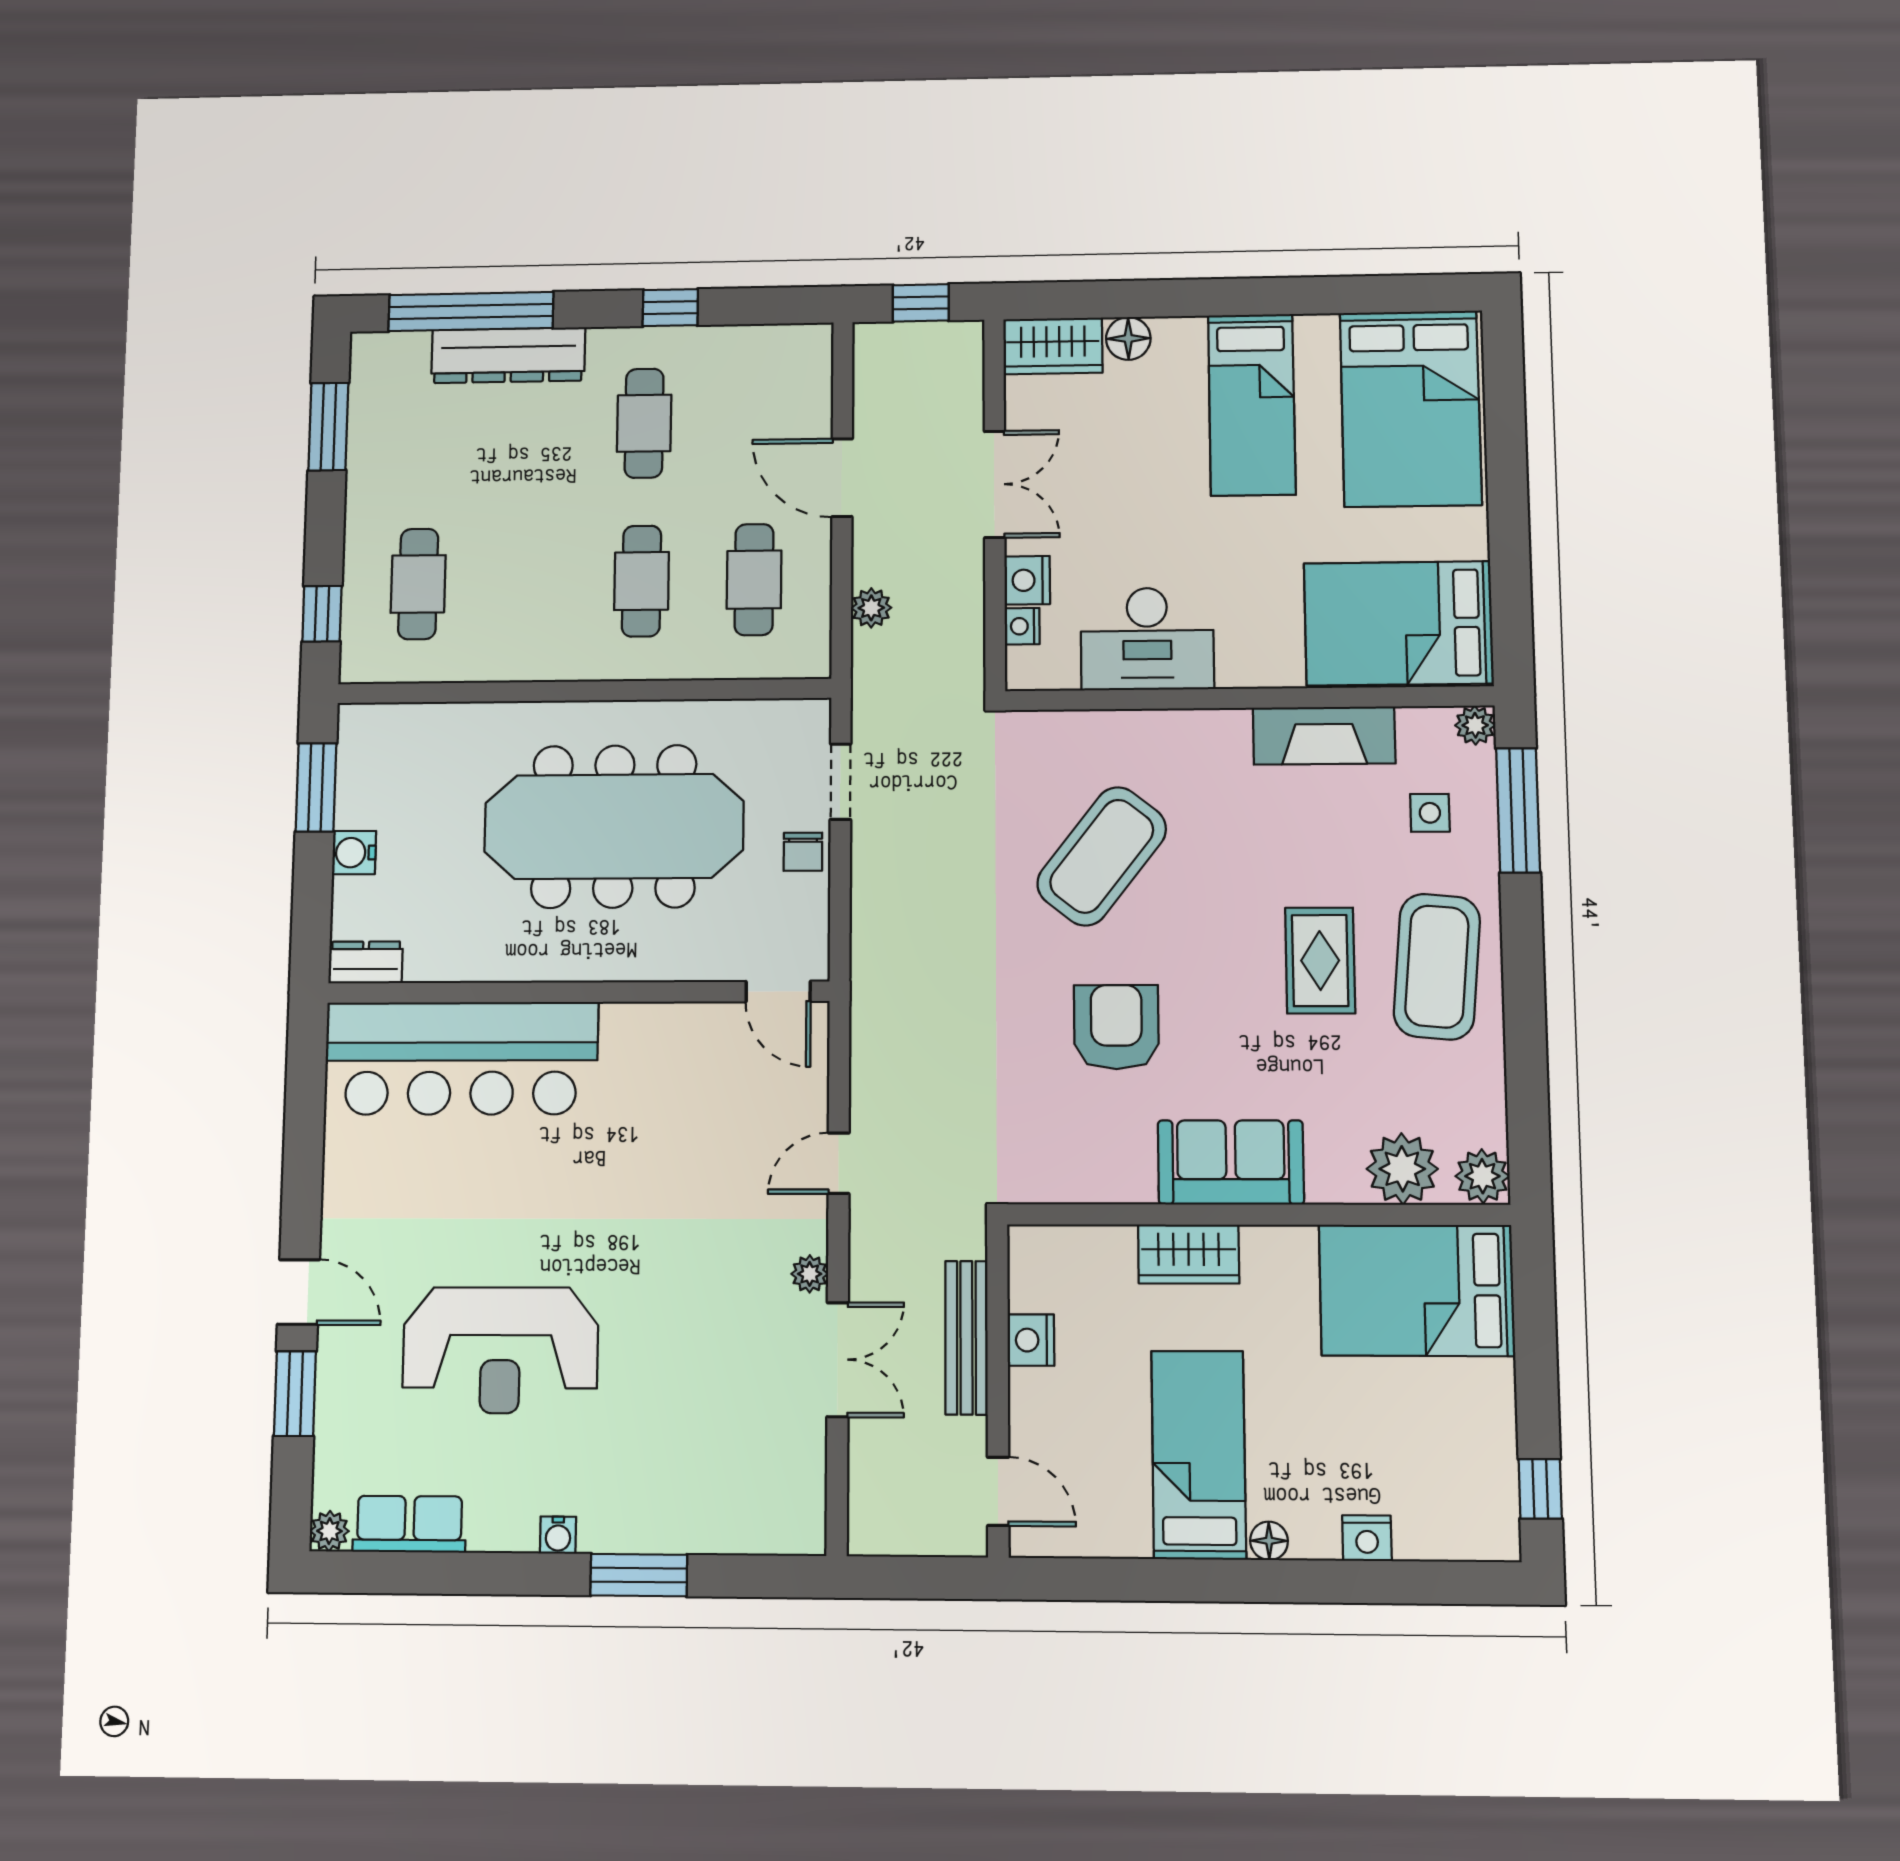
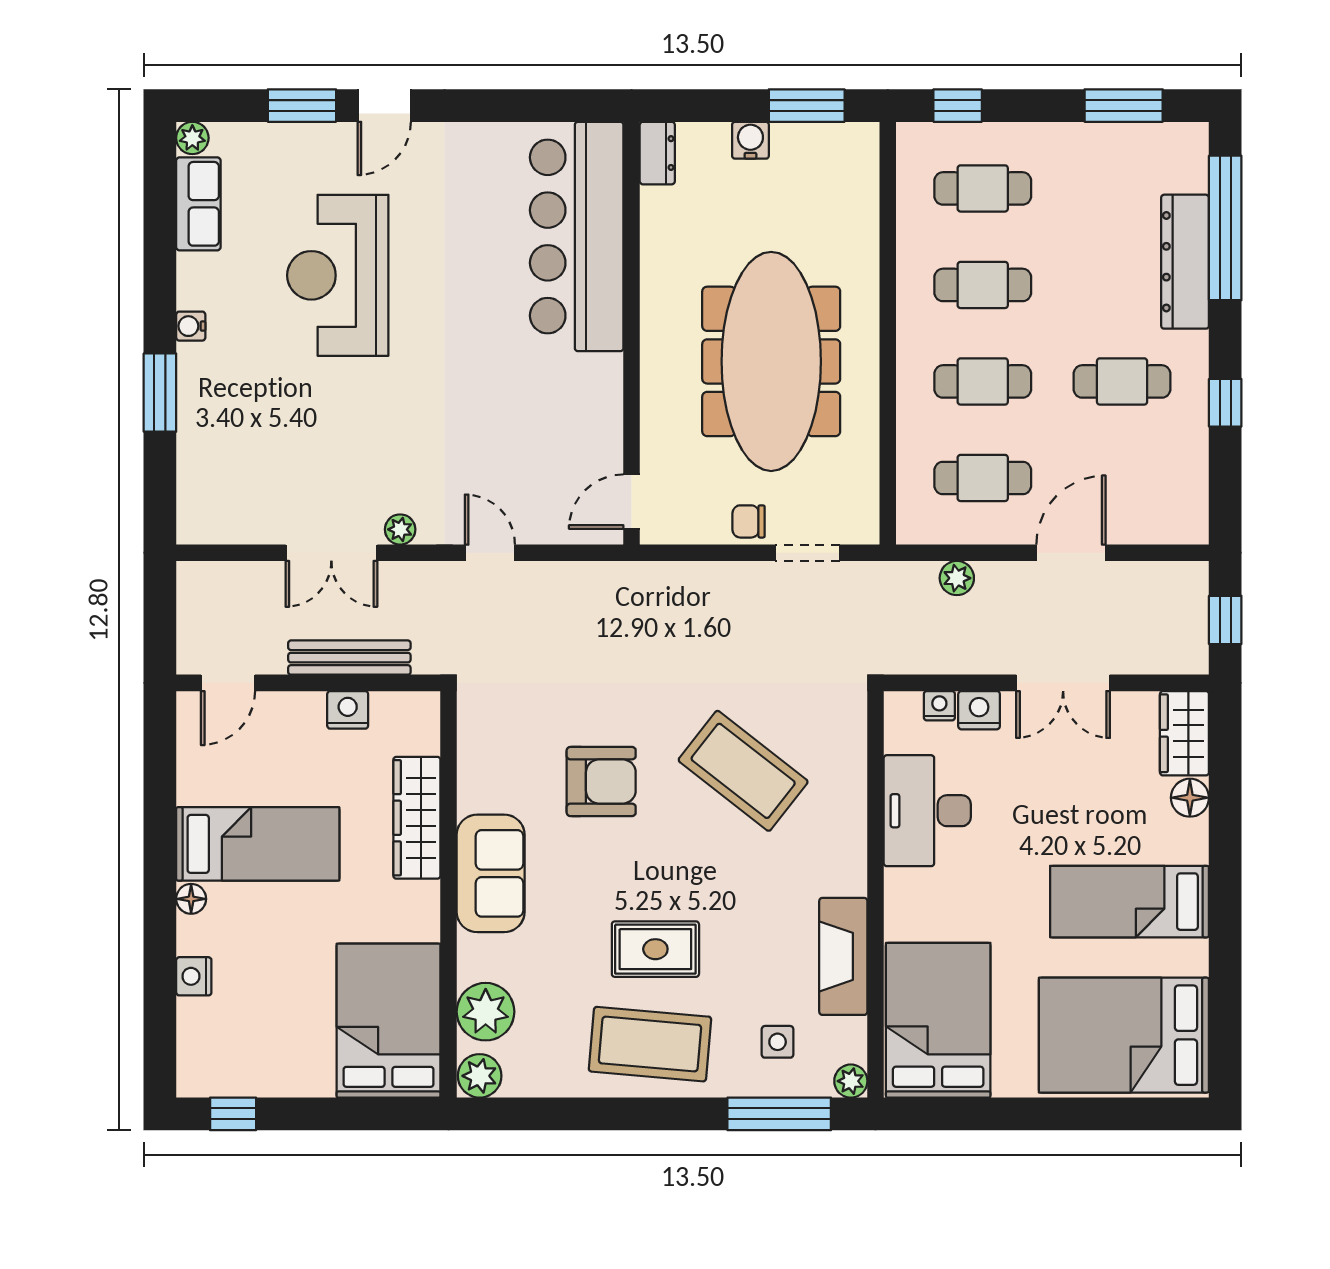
cafe table: (530, 583) -> (983, 285), added
wardrobe: (1189, 1254) -> (417, 818), width x1.50

